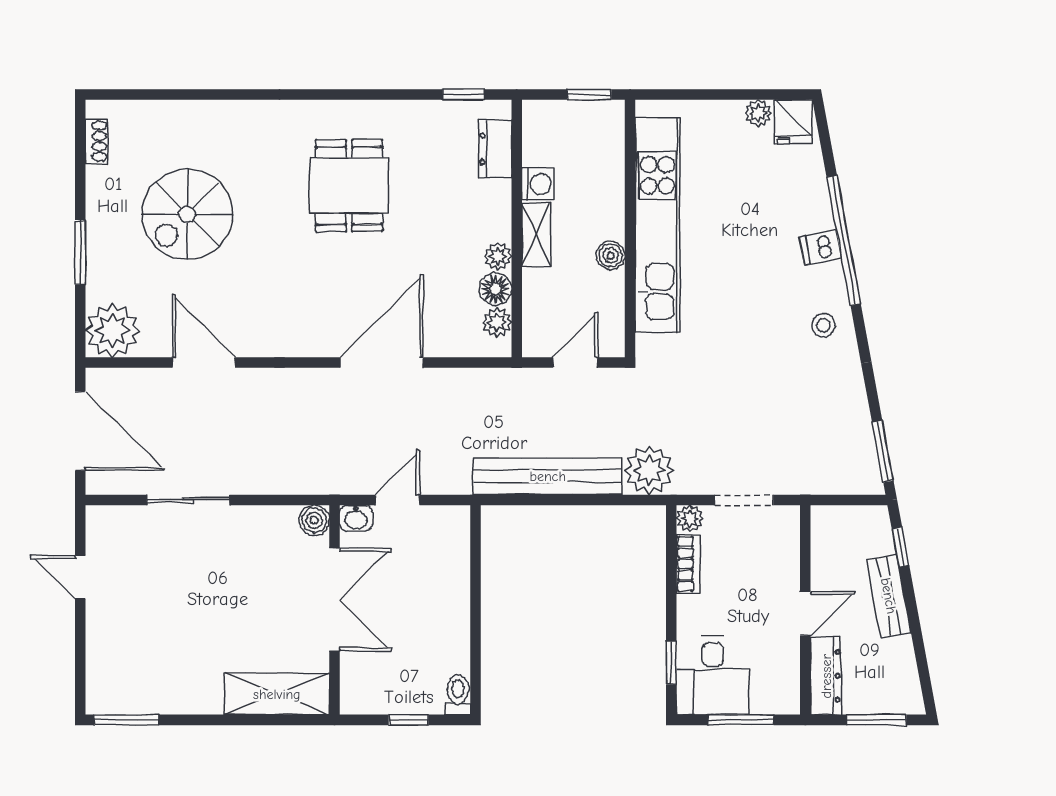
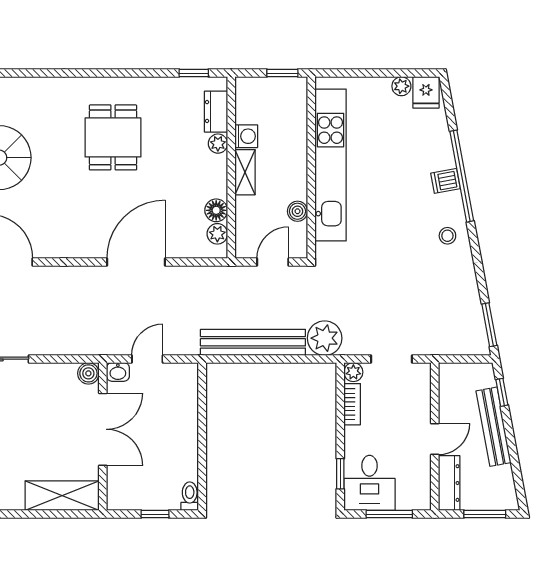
boiler: (611, 255) -> (297, 211), moved
plant: (498, 257) -> (218, 144), moved
bench: (889, 596) -> (494, 427), width x1.36

